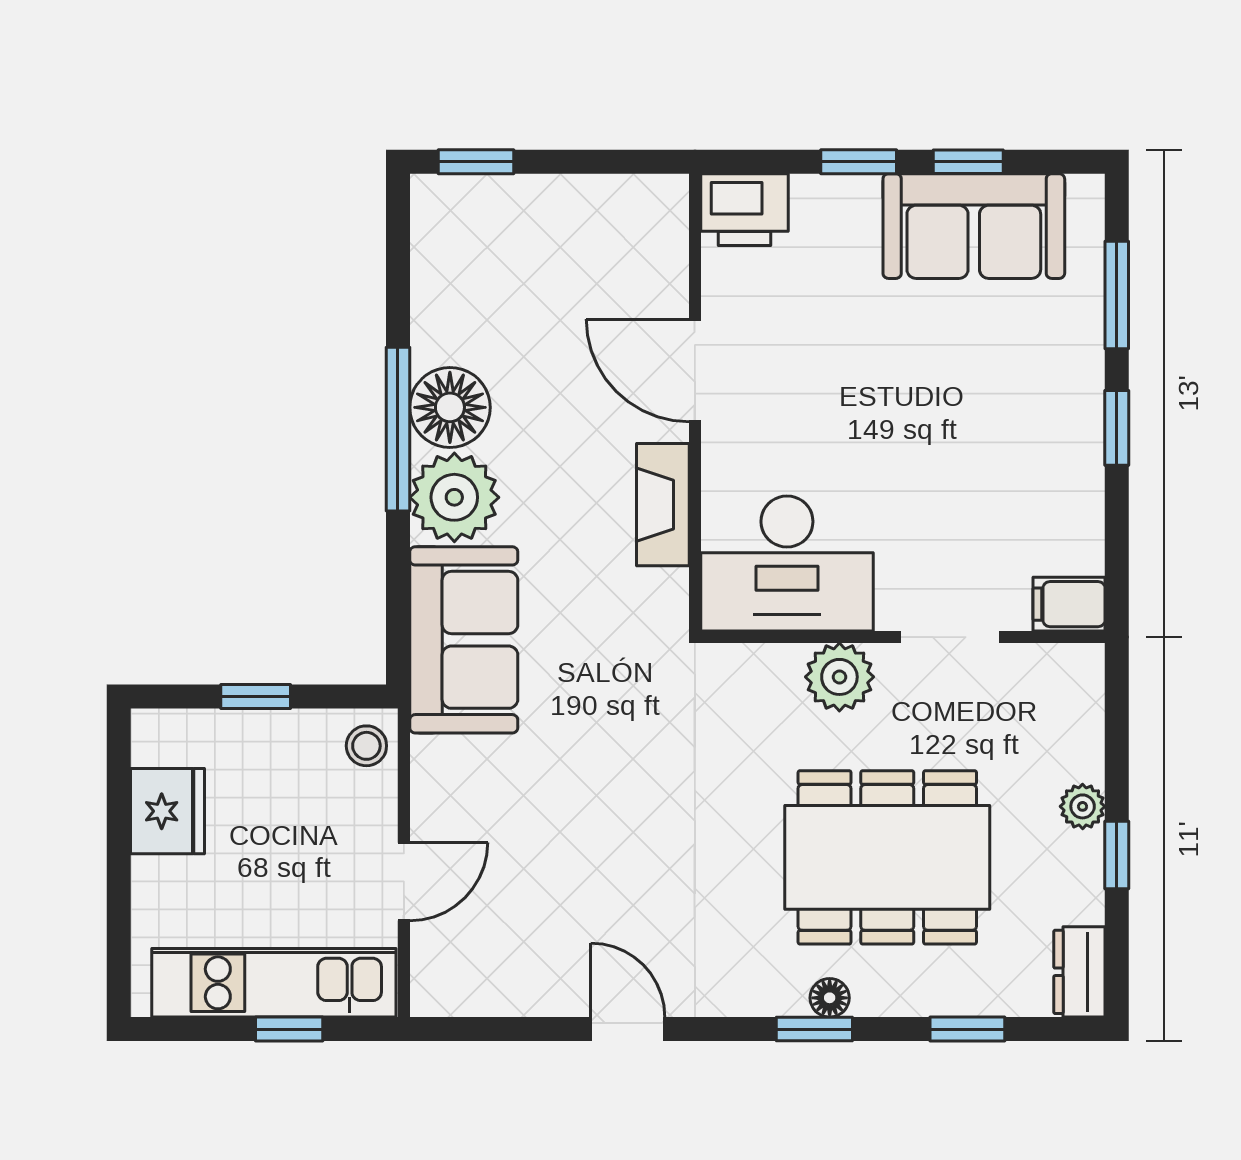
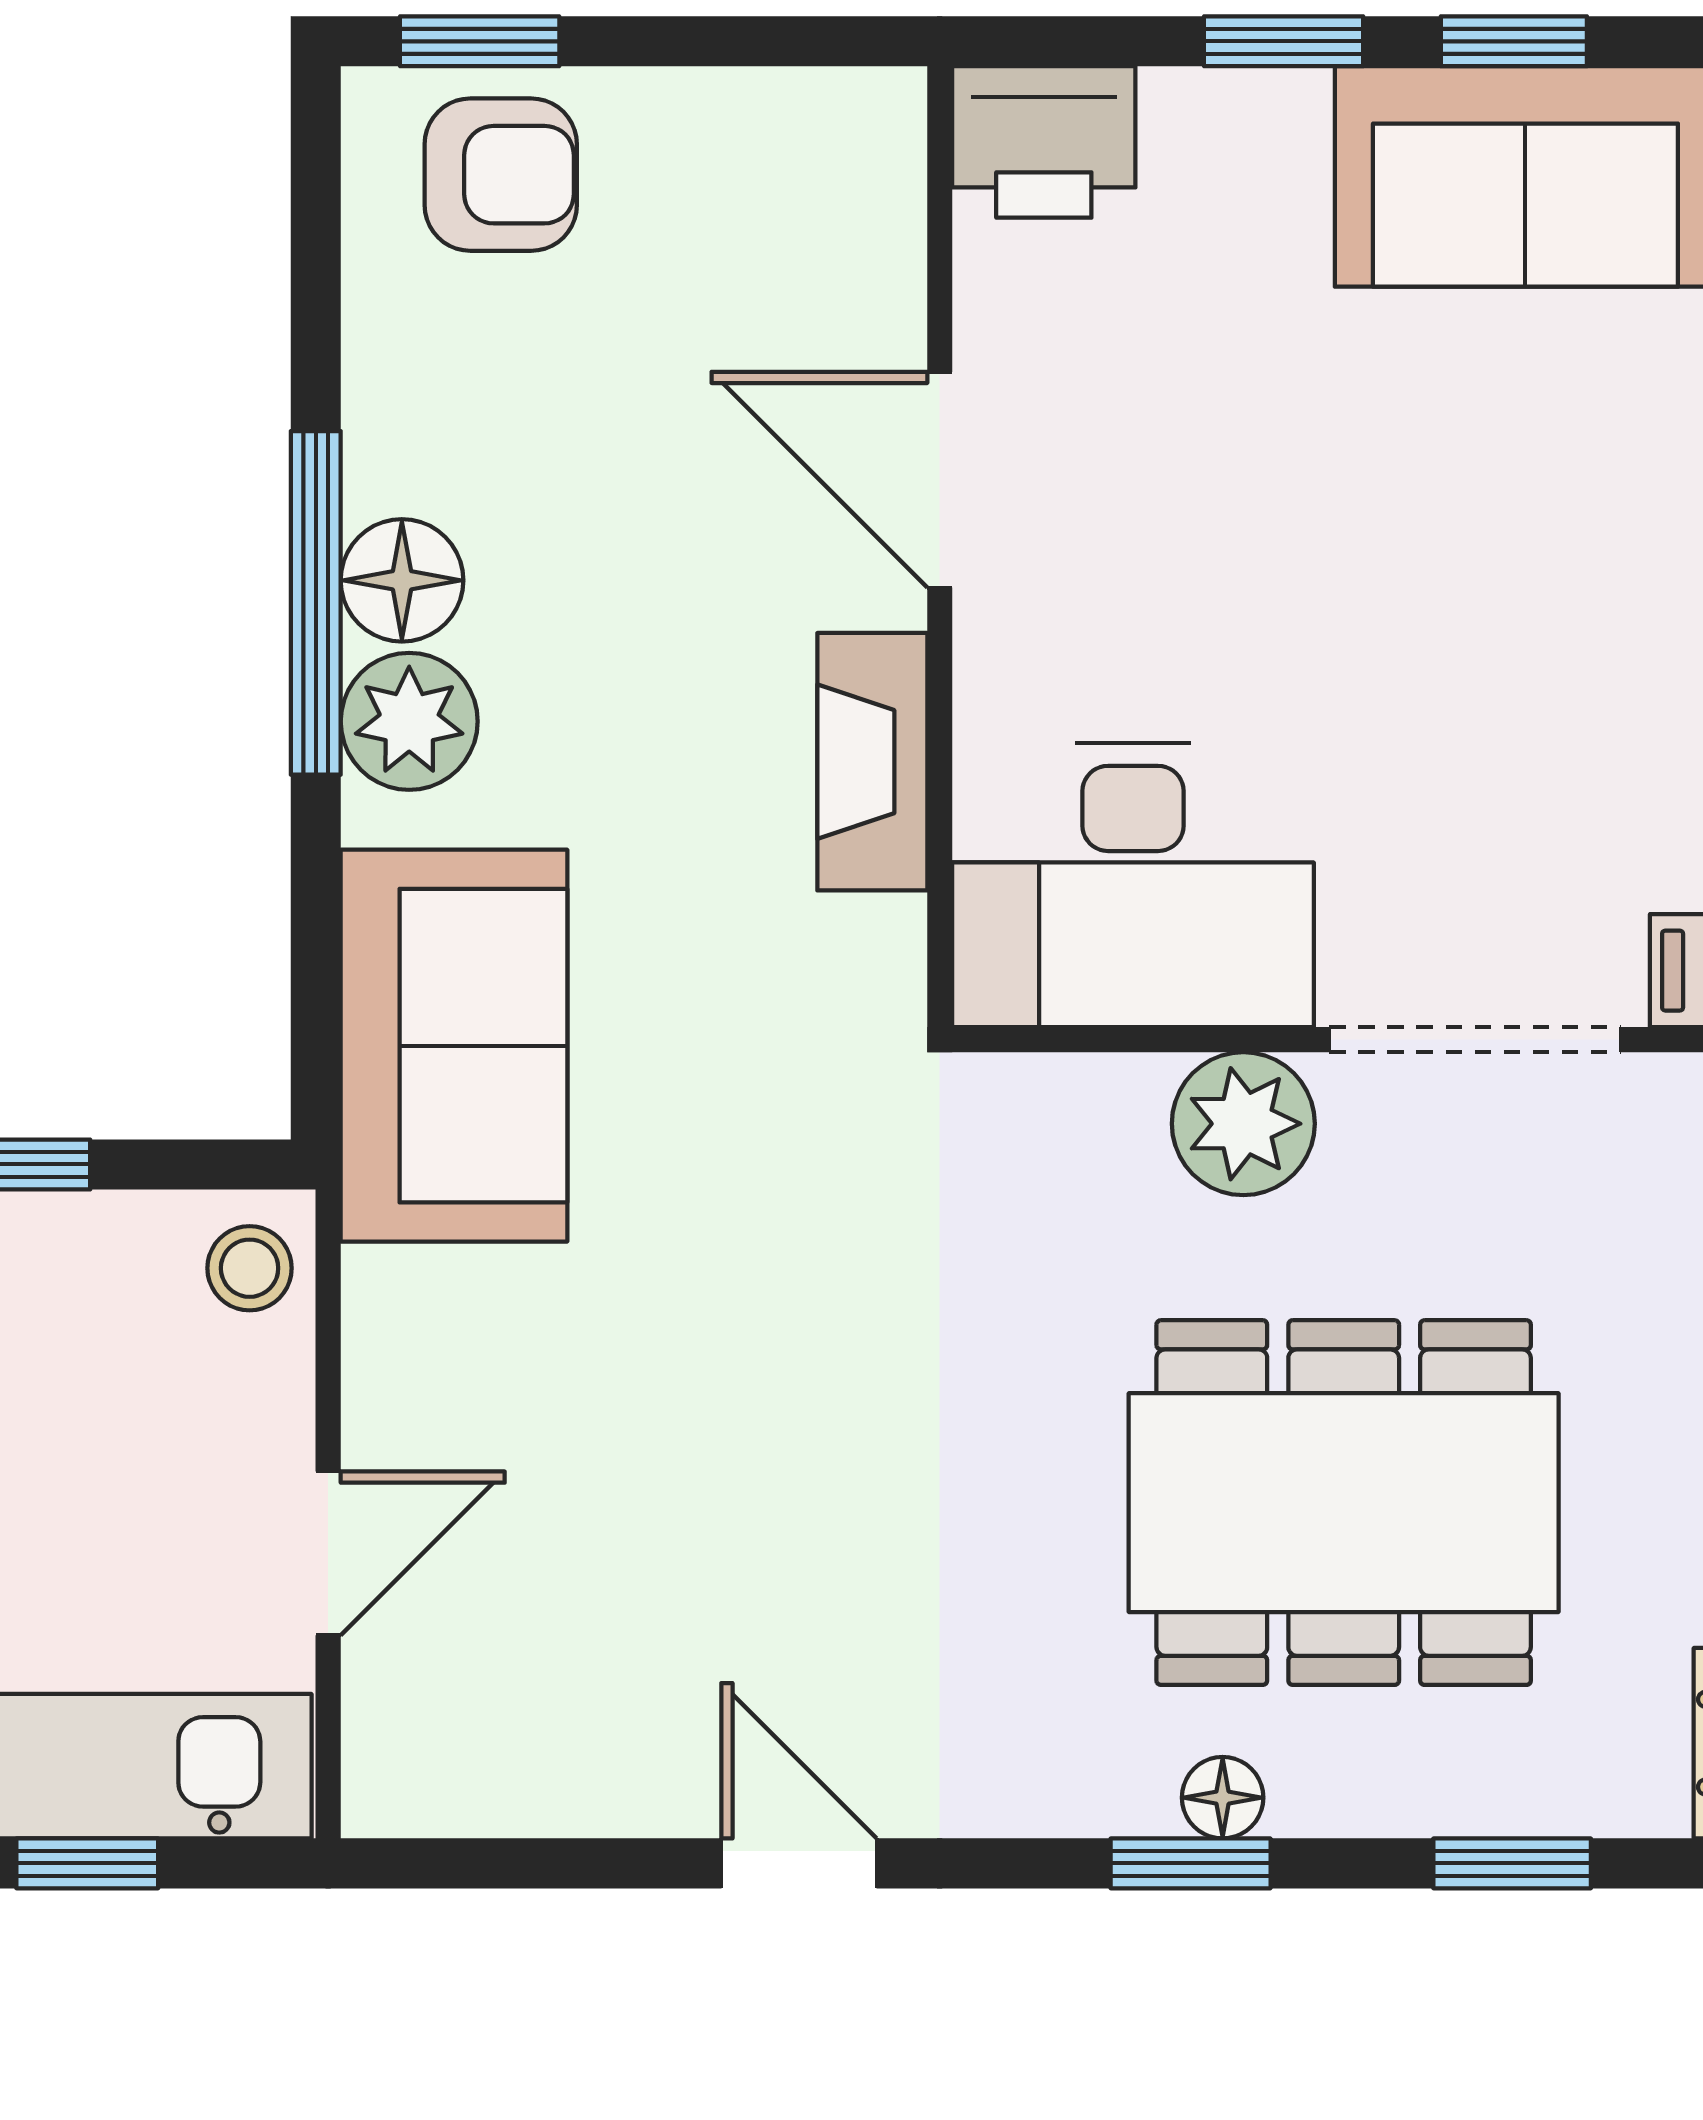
armchair: (486, 225) -> (501, 175), added
floor lamp: (450, 407) -> (402, 580), width x0.73, depth x0.73
plant: (454, 497) -> (409, 721), width x0.73, depth x0.73
doorway: (950, 637) -> (1475, 1040), width x1.38

